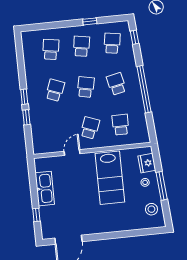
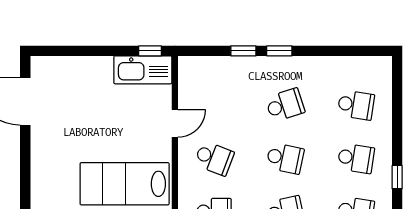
school desk: (55, 90) -> (285, 105), turned -39
door: (72, 152) -> (175, 123), hinge flipped
kitchen sink: (45, 189) -> (143, 70), moved
window: (36, 215) -> (150, 51), moved

